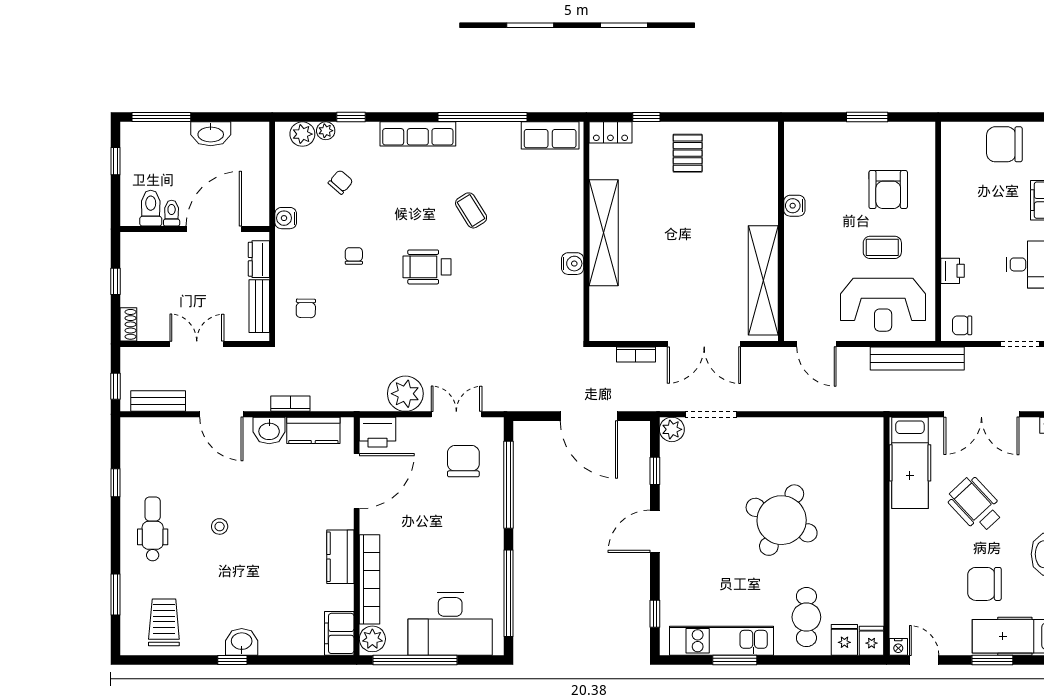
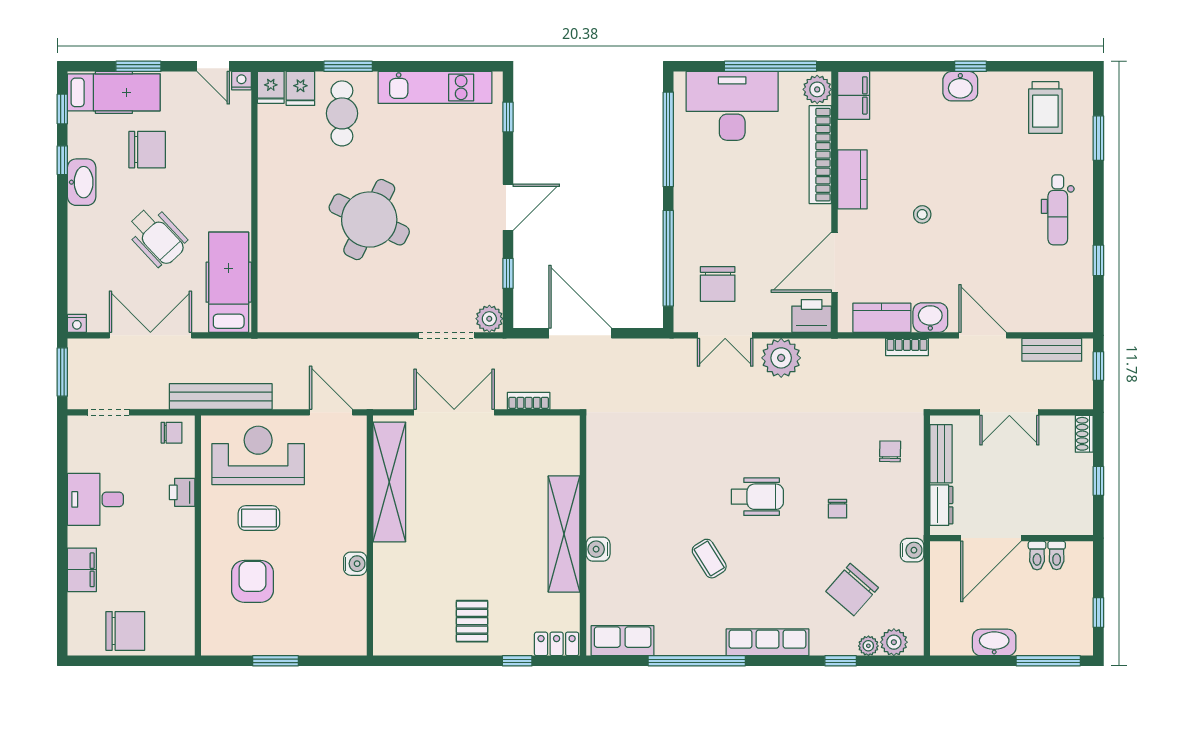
chair: (341, 182) -> (852, 590), width x1.87, depth x1.87
toilet: (151, 208) -> (1057, 555), width x0.73, depth x0.72
water cooler: (573, 264) -> (598, 549), moved
stool: (220, 526) -> (922, 214), moved
window: (735, 660) -> (348, 66), moved

